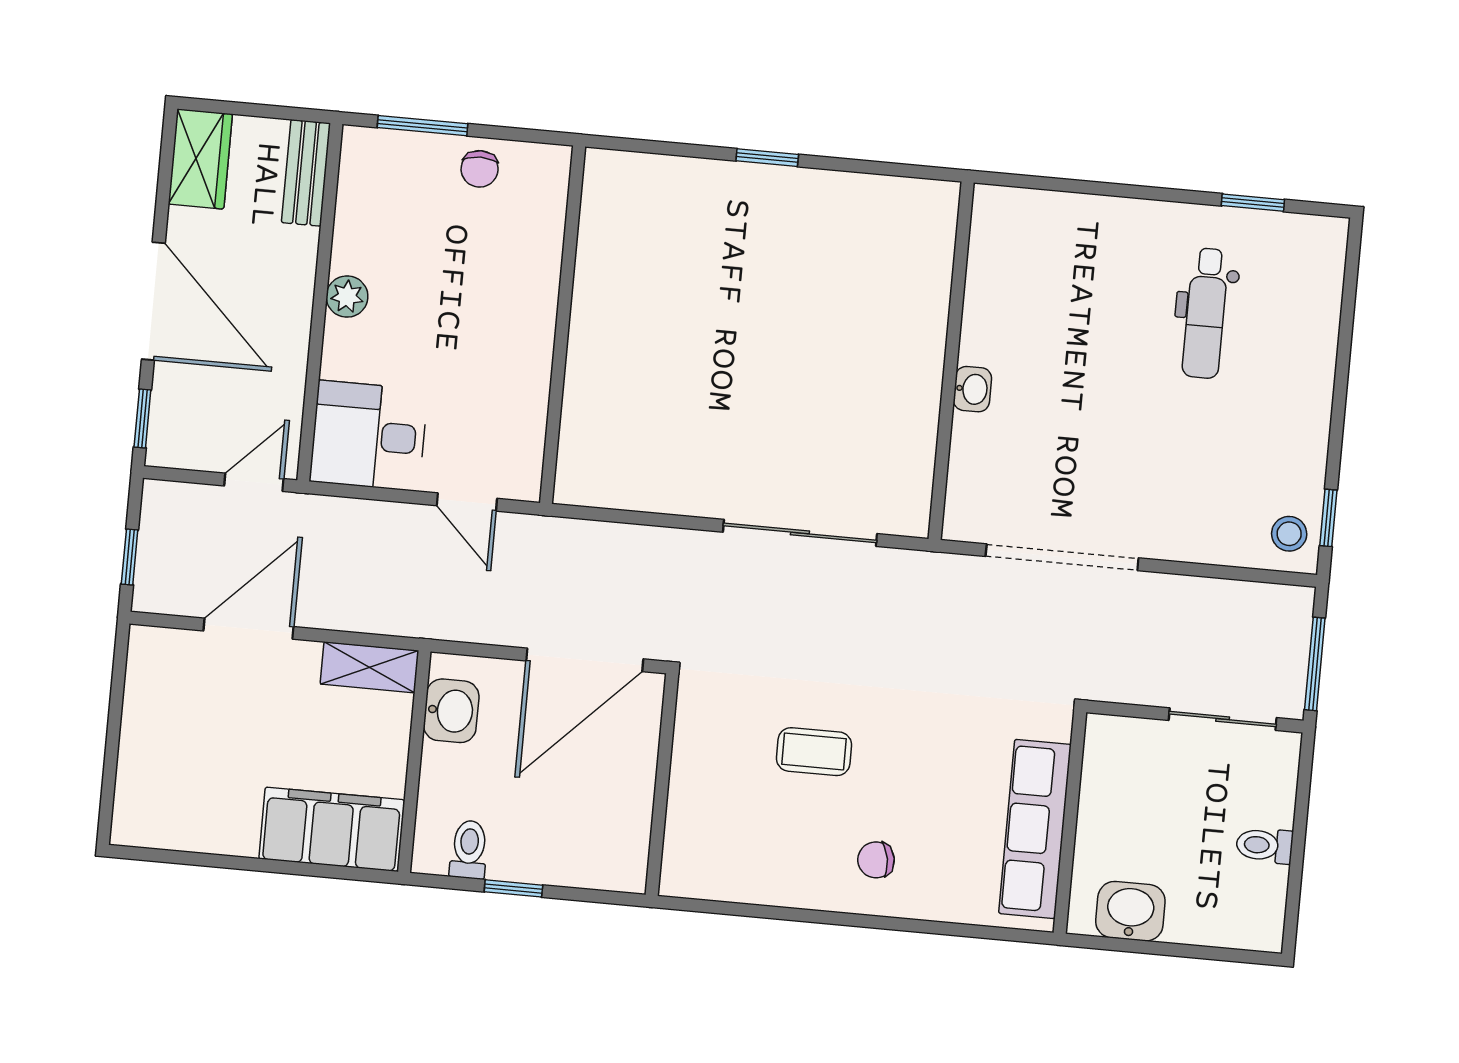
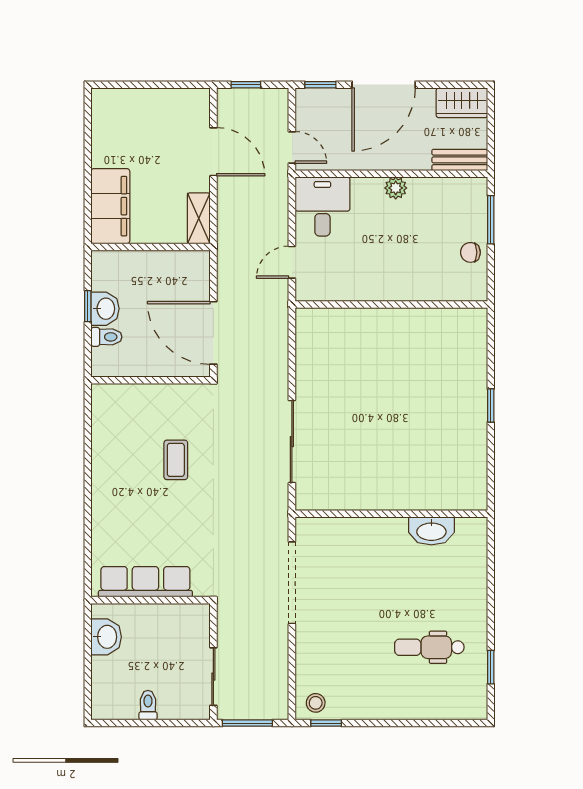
washbasin: (972, 389) -> (431, 531), moved, width x1.91, depth x1.45
washbasin: (451, 711) -> (105, 309), moved, turned -90
toilet: (469, 849) -> (106, 337), moved
chair: (876, 860) -> (121, 498), removed

